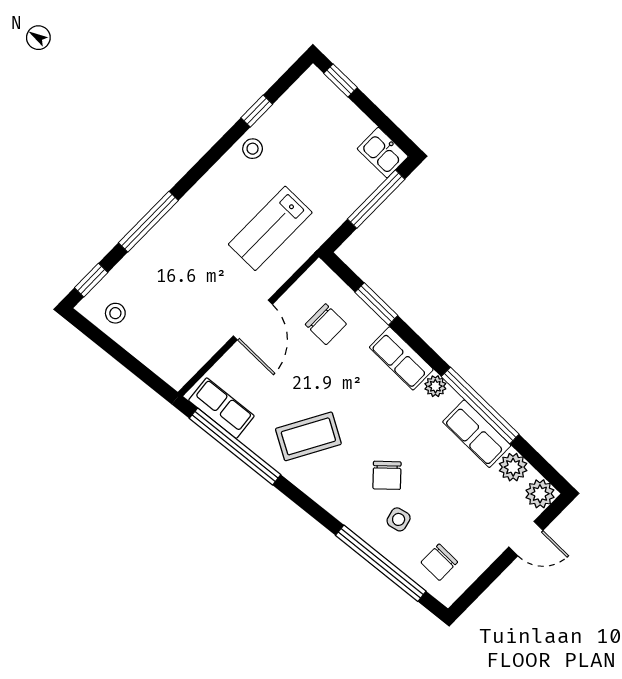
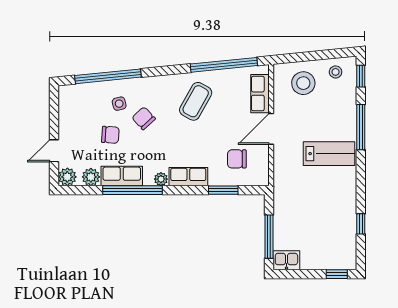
stool: (253, 149) -> (303, 83), moved, width x1.89, depth x1.89
lab bench: (270, 228) -> (329, 154), moved, turned 90
door: (253, 320) -> (271, 129), hinge flipped
row of seats: (221, 408) -> (260, 94), moved, turned 96
chair: (439, 562) -> (110, 135), moved, turned 94

